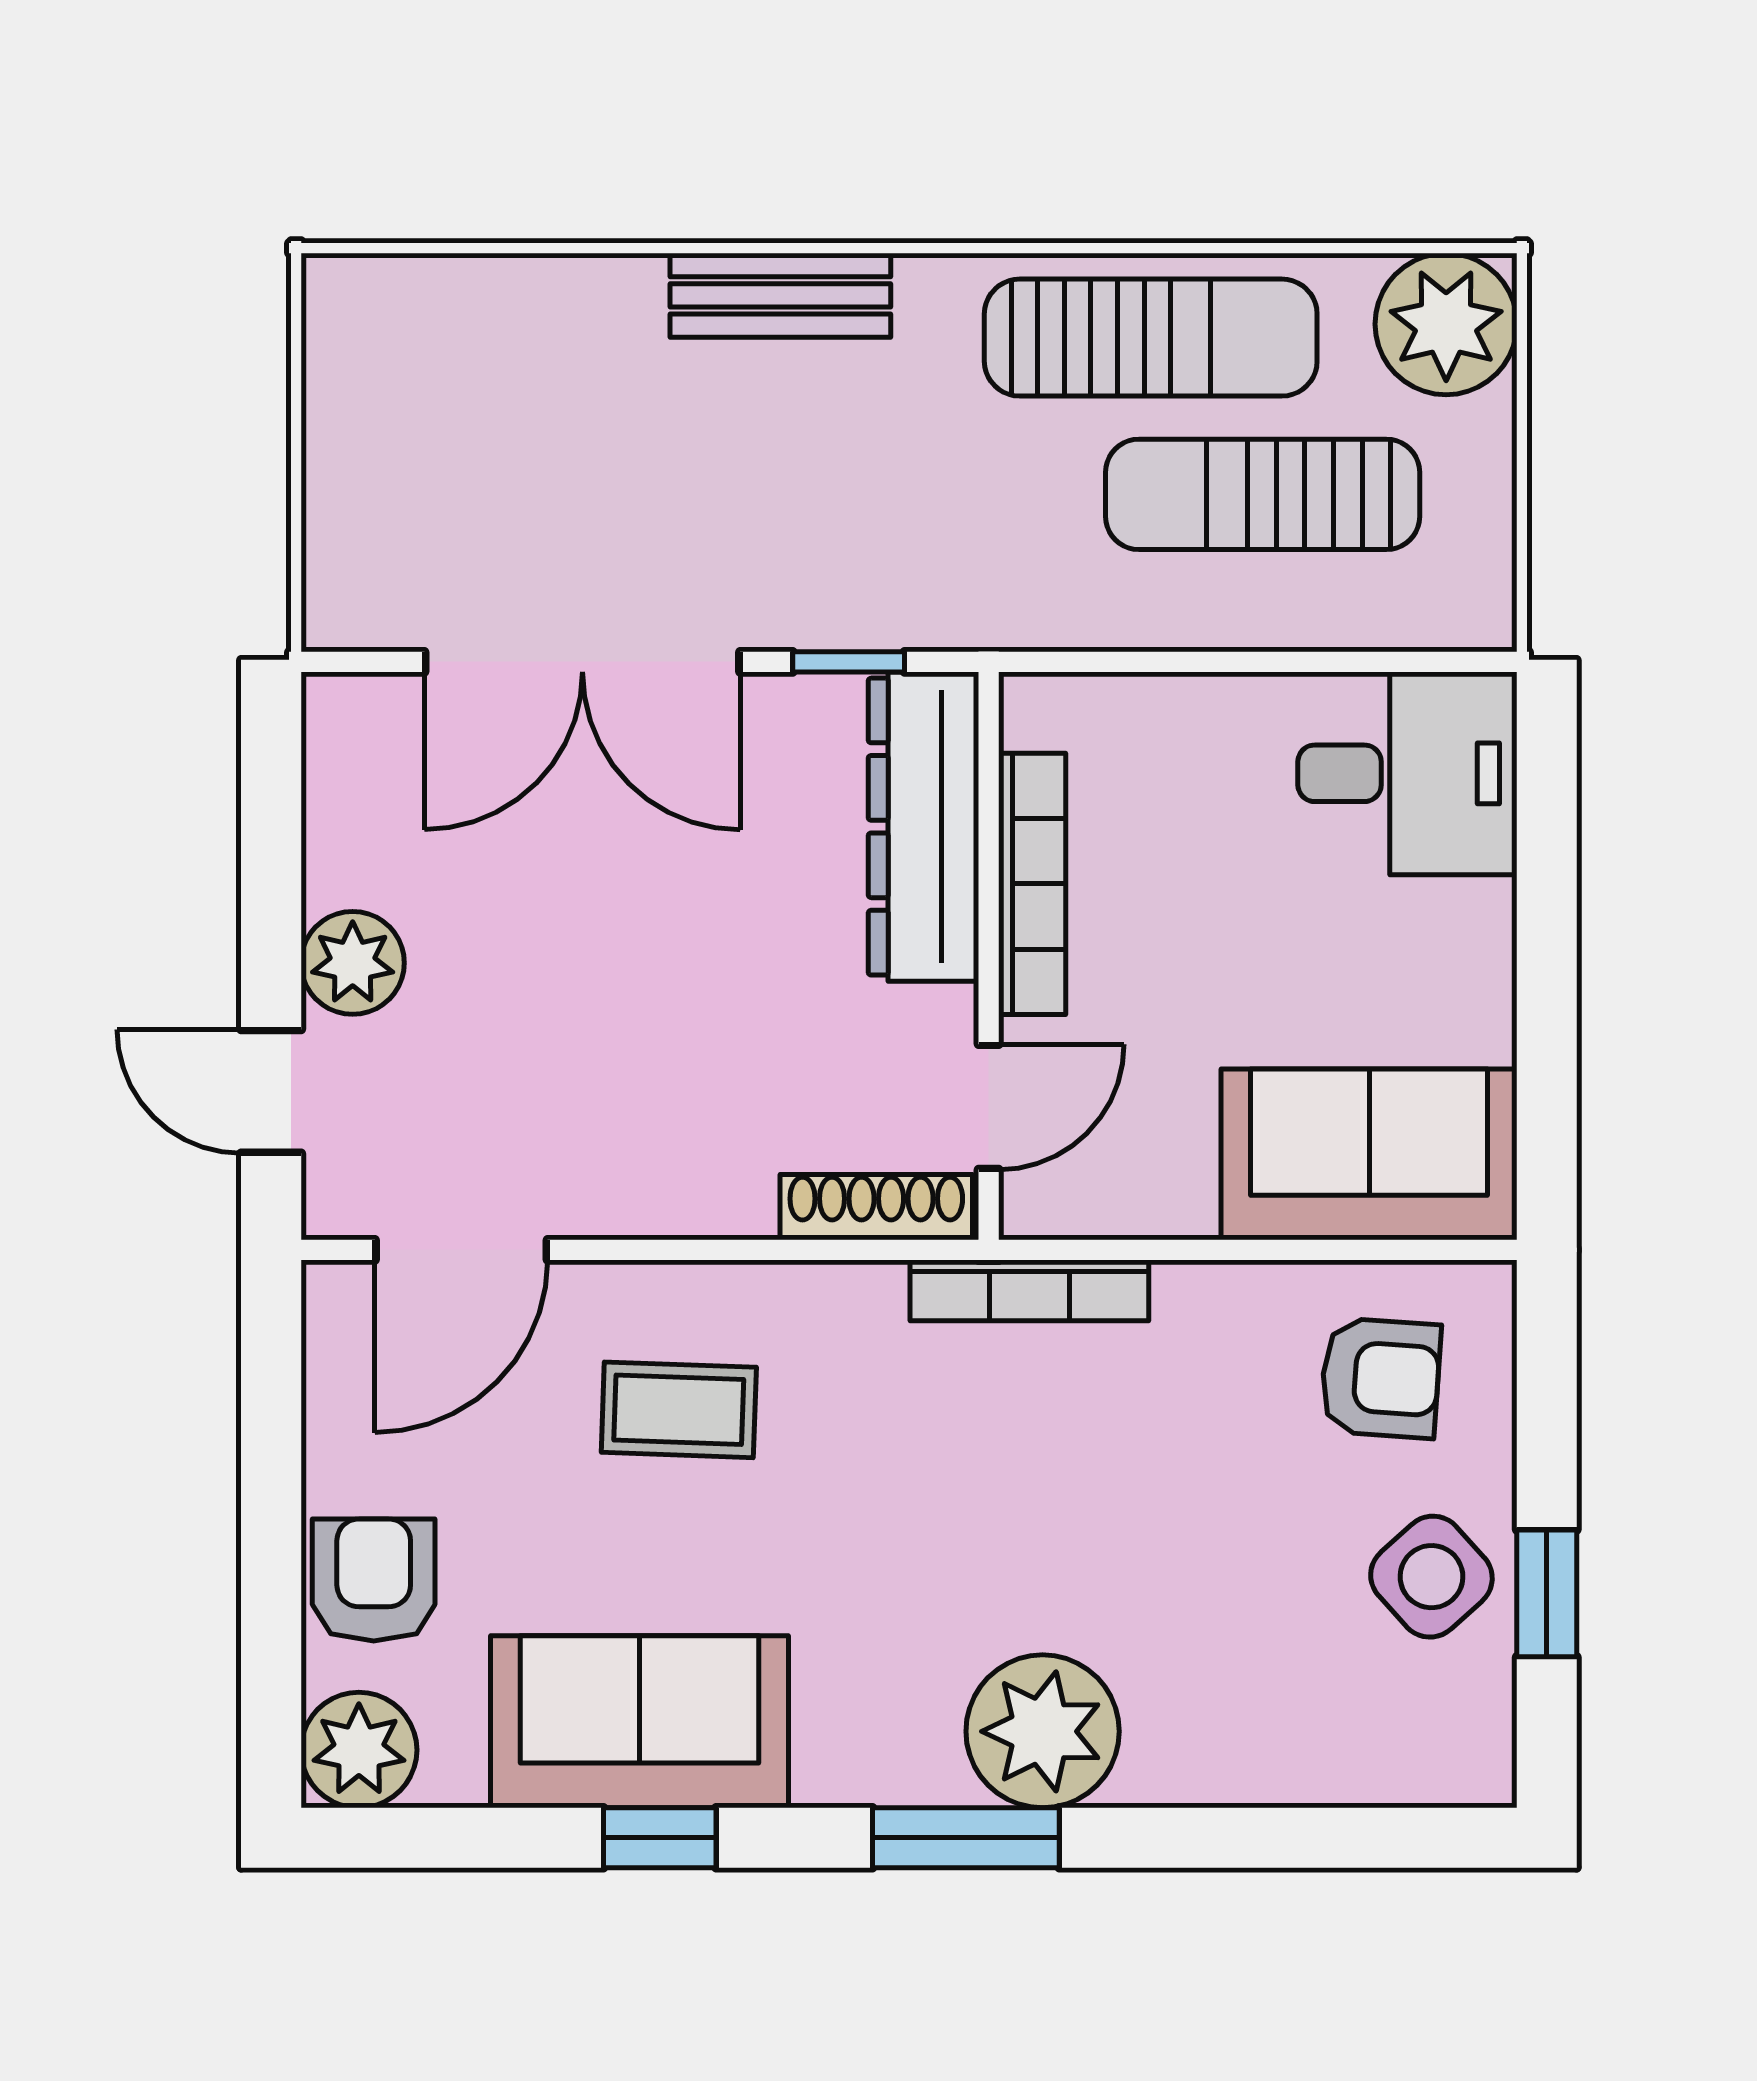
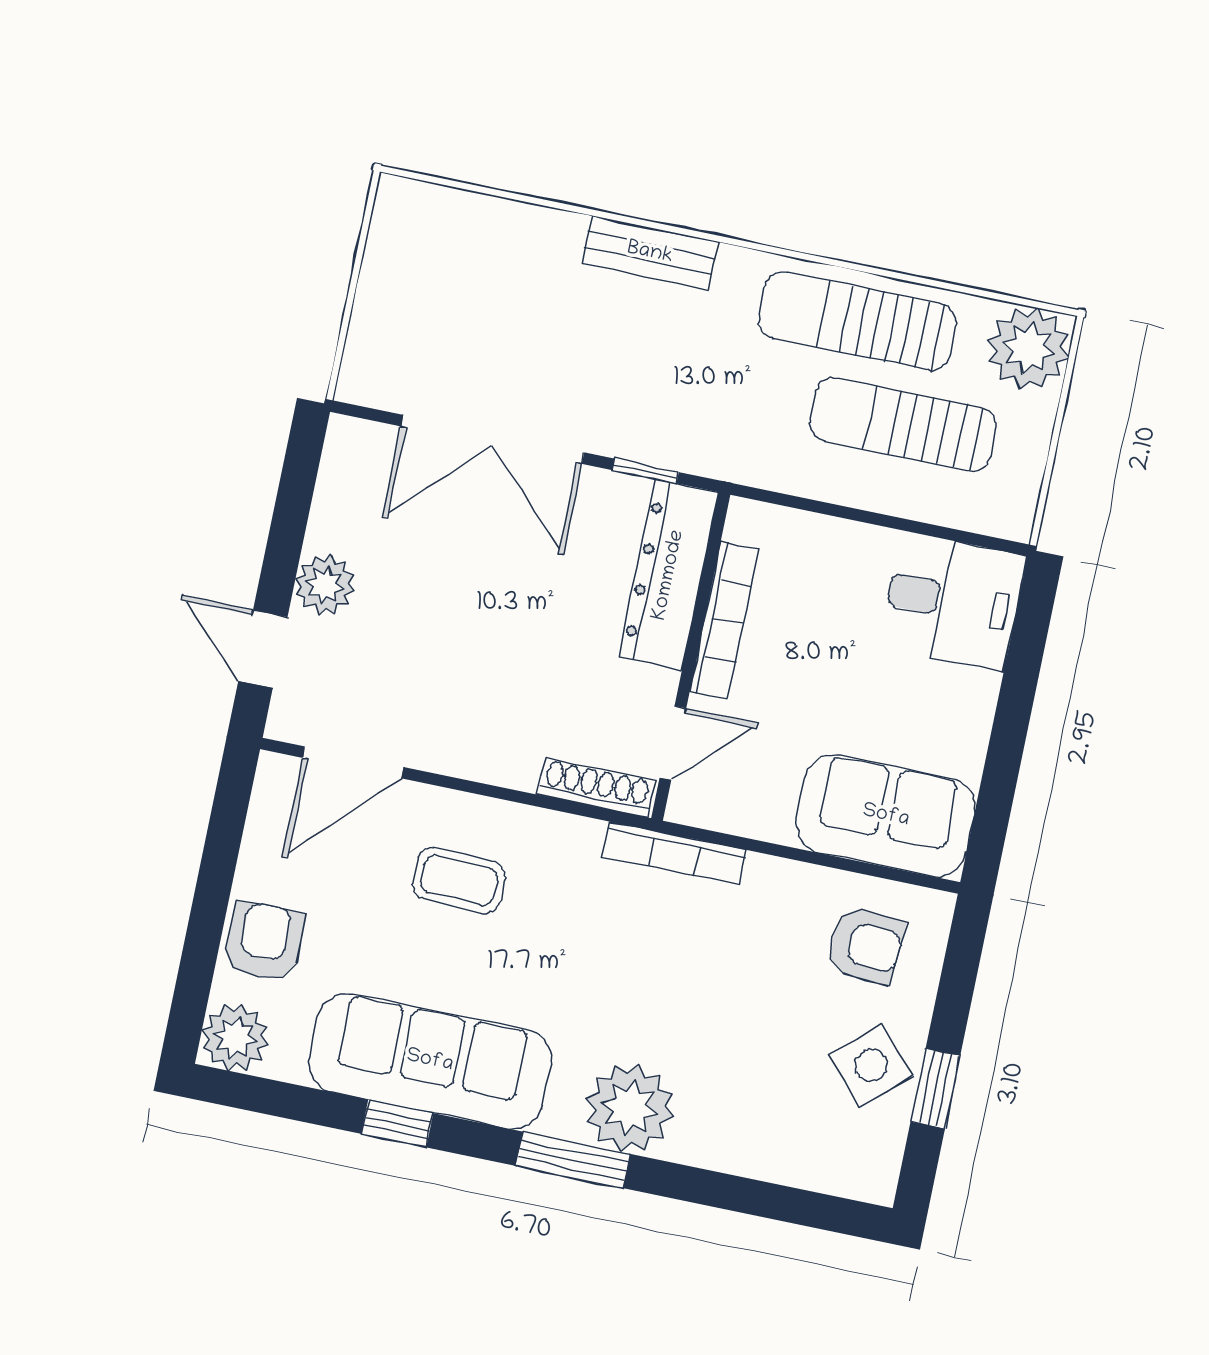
sun lounger: (1151, 338) -> (857, 321), turned 180
sofa: (640, 1722) -> (430, 1061), width x1.36

